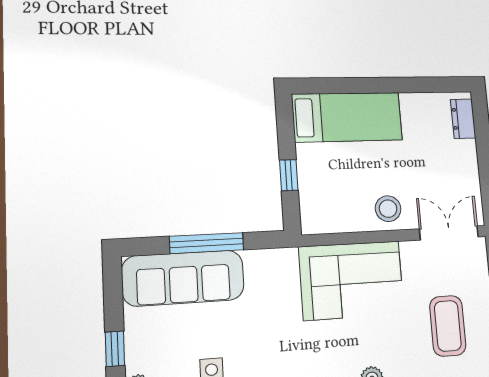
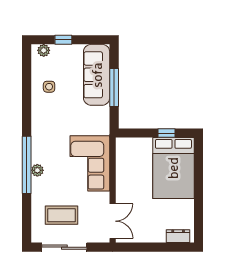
bed: (347, 117) -> (173, 168), width x1.50
window: (289, 175) -> (166, 133), moved
stool: (388, 209) -> (128, 187), removed

